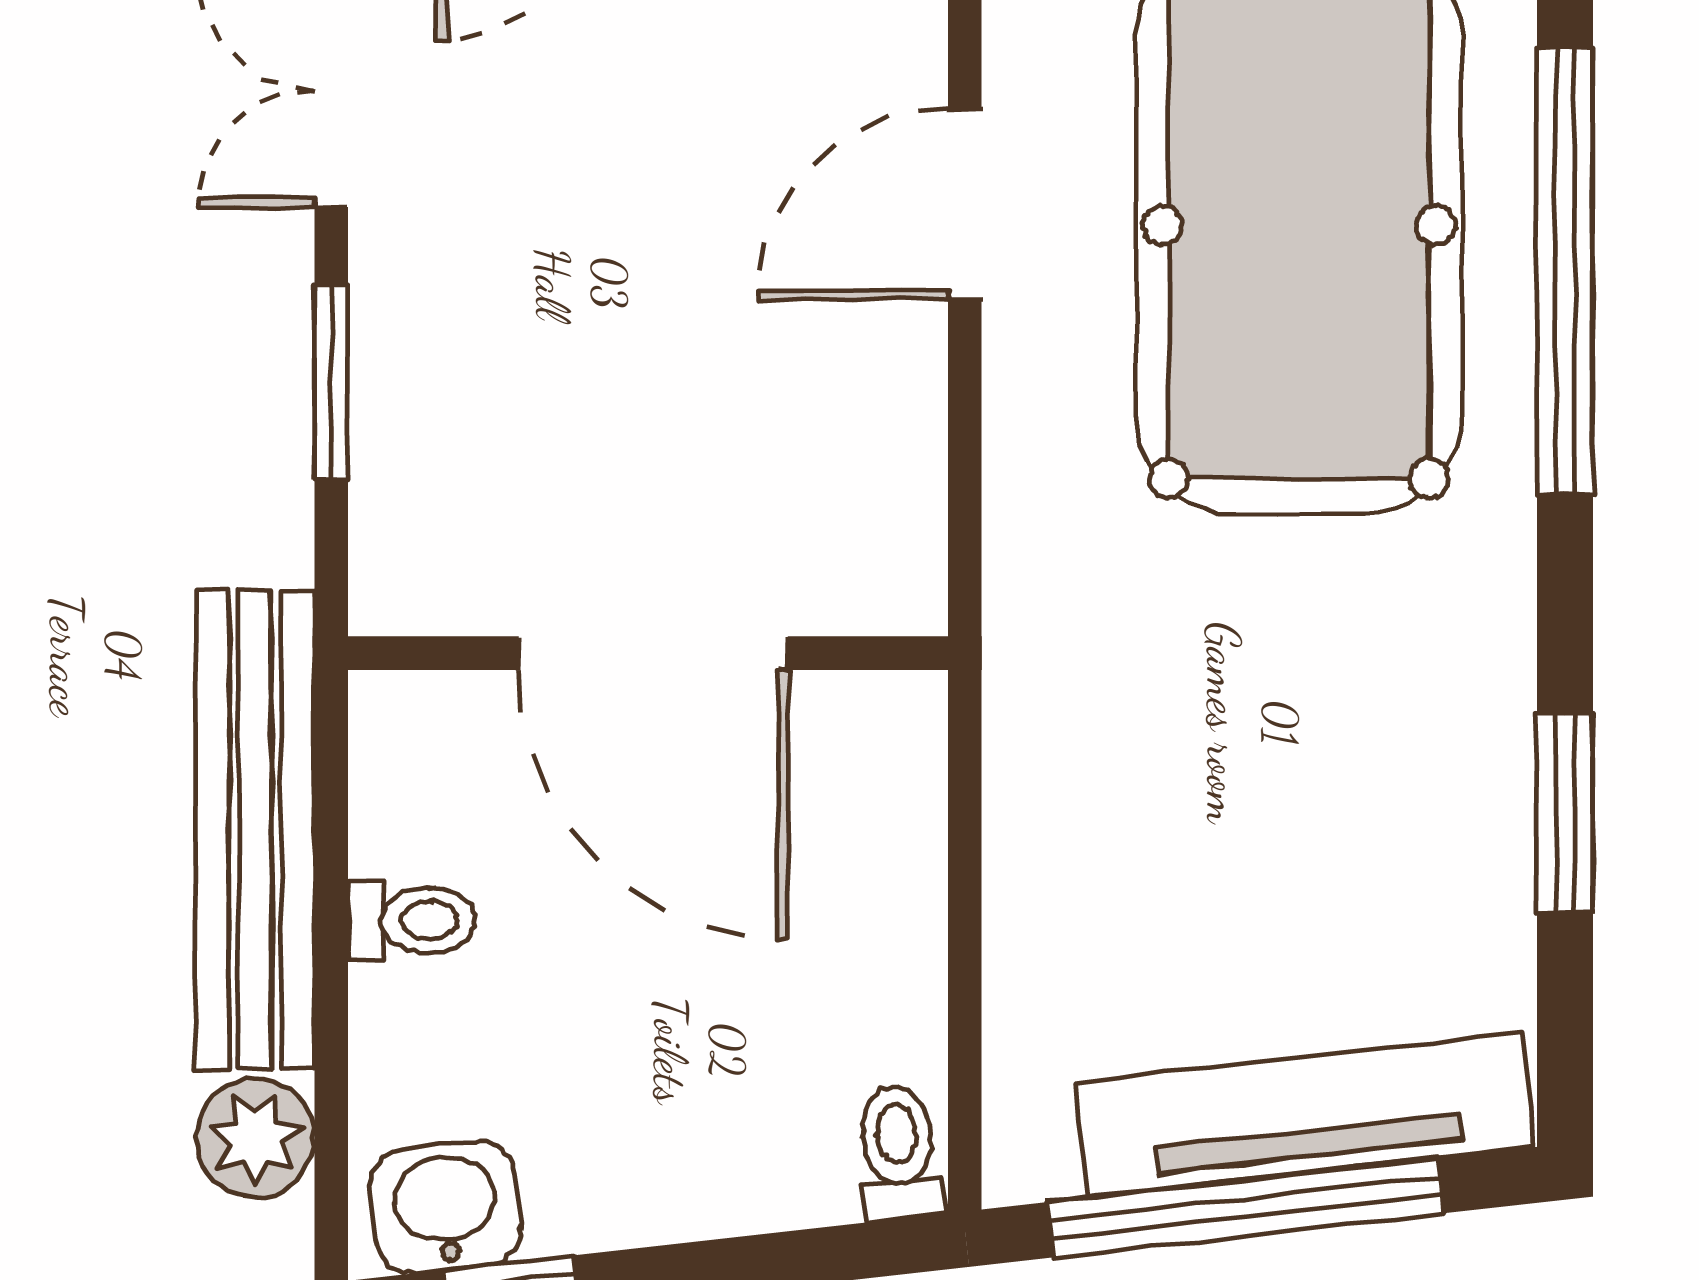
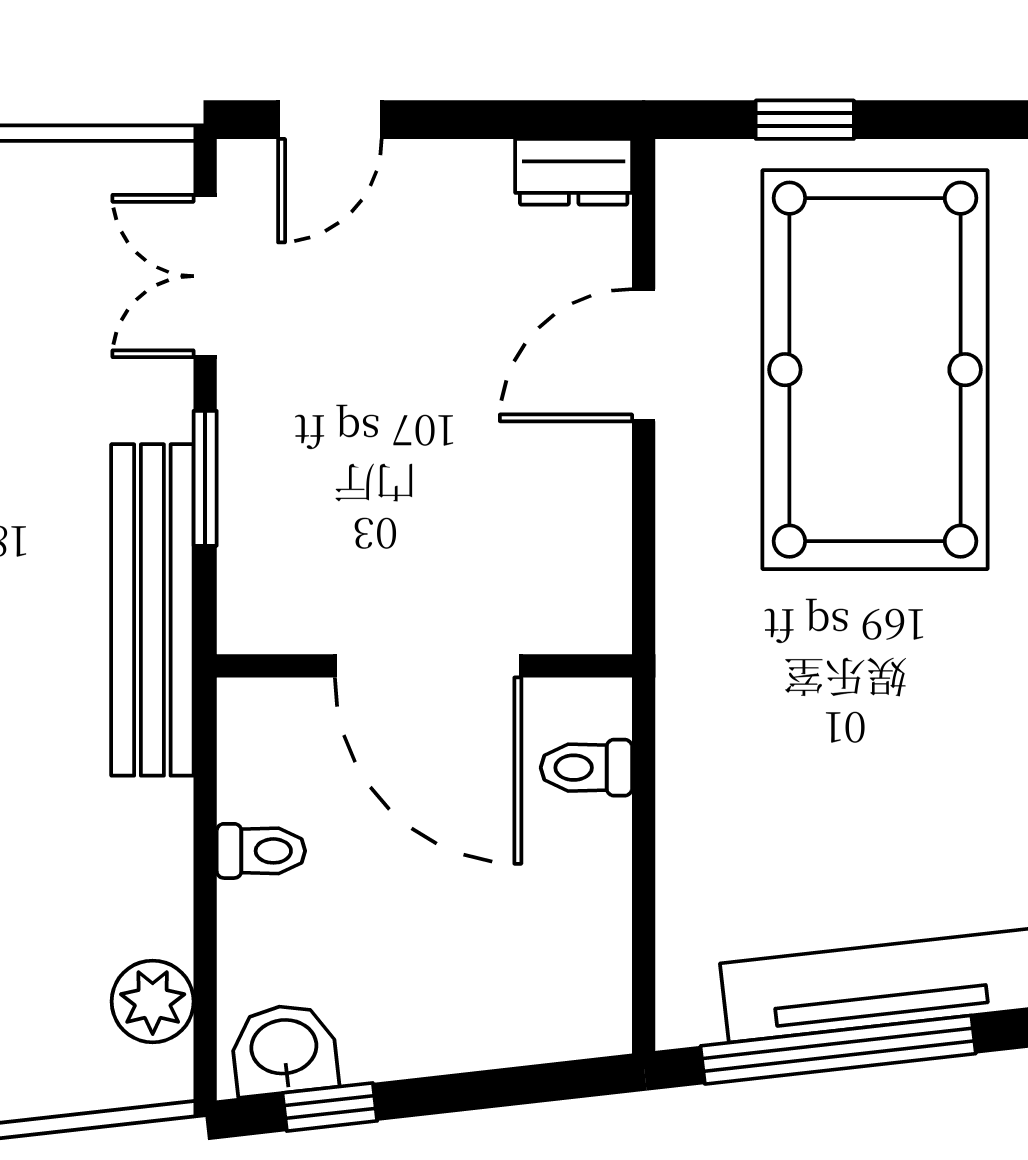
bench: (255, 830) -> (152, 610), moved
toilet: (899, 1152) -> (586, 768), moved, turned -84

